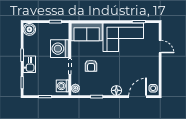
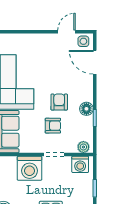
door: (160, 47) -> (66, 32), moved
armchair: (108, 70) -> (59, 102), added
floor lamp: (116, 90) -> (86, 109), moved

